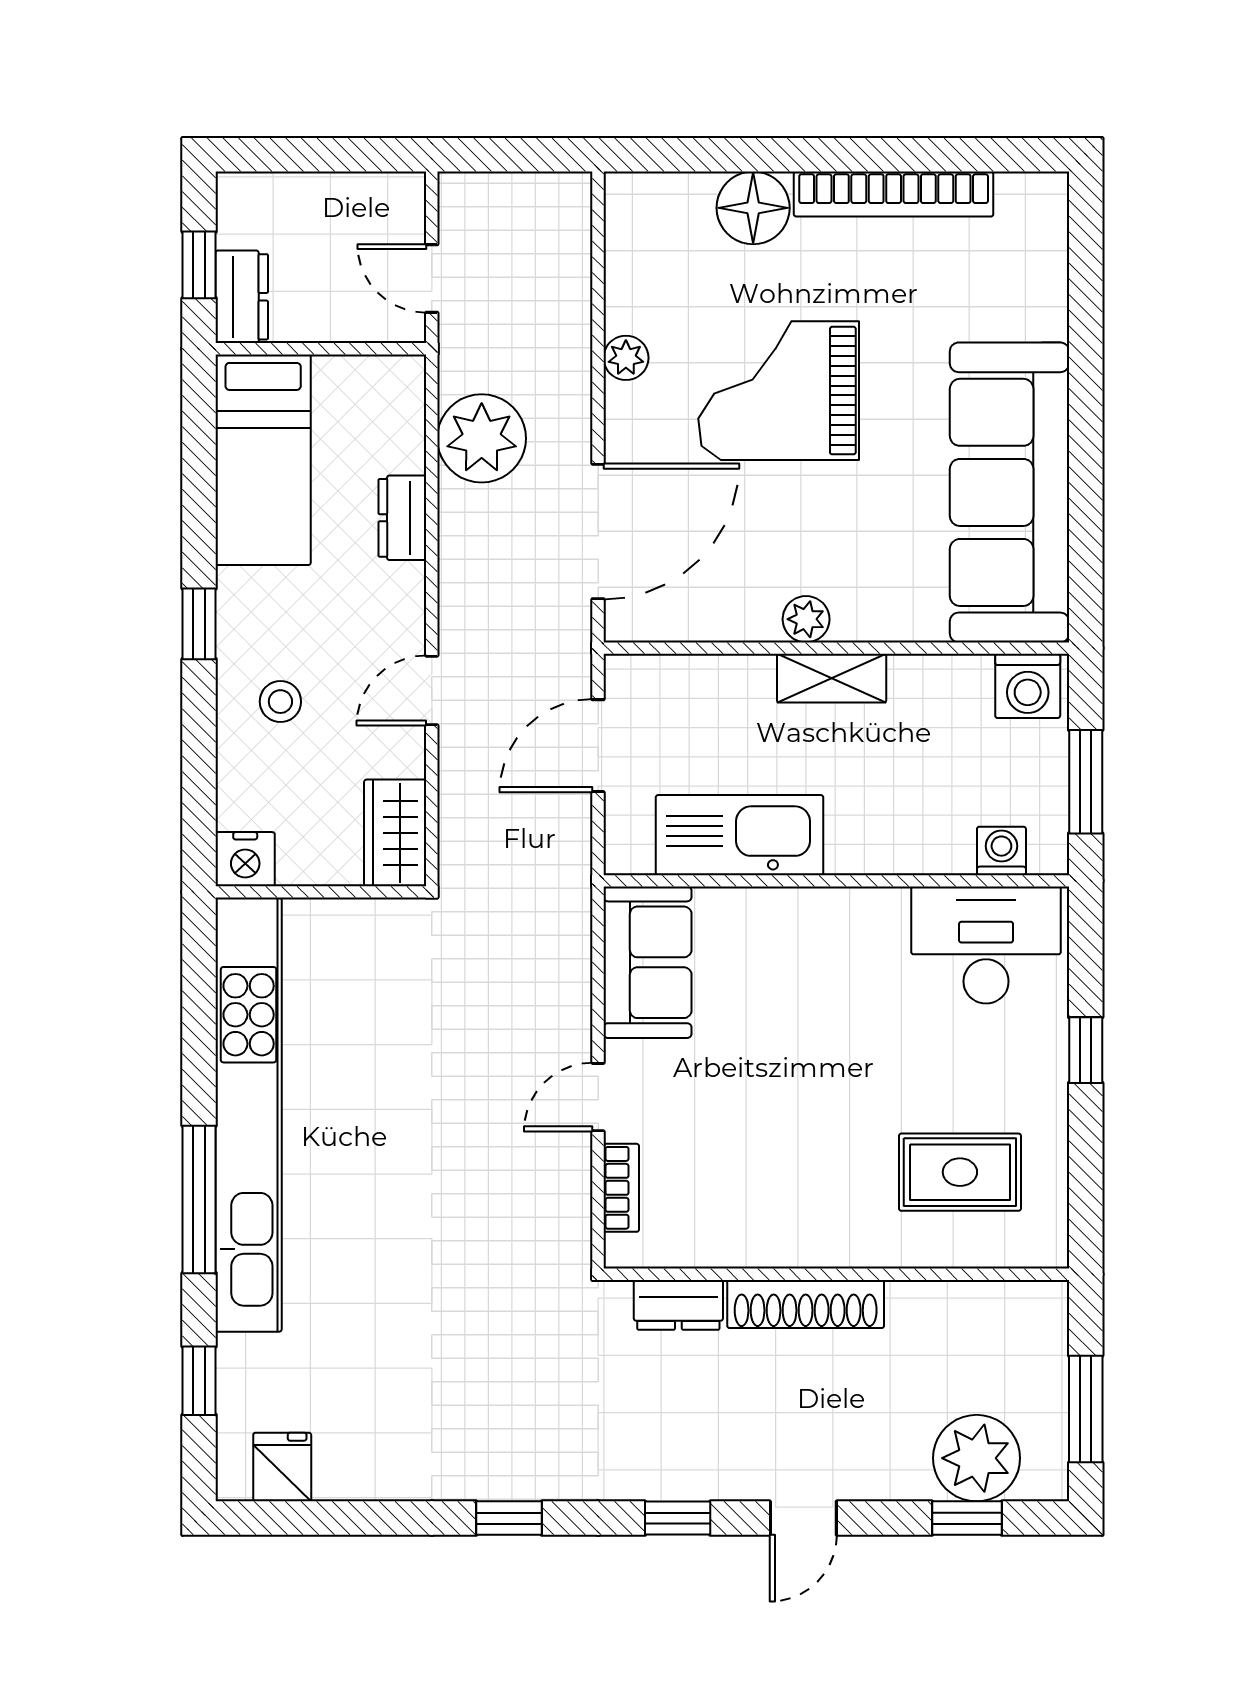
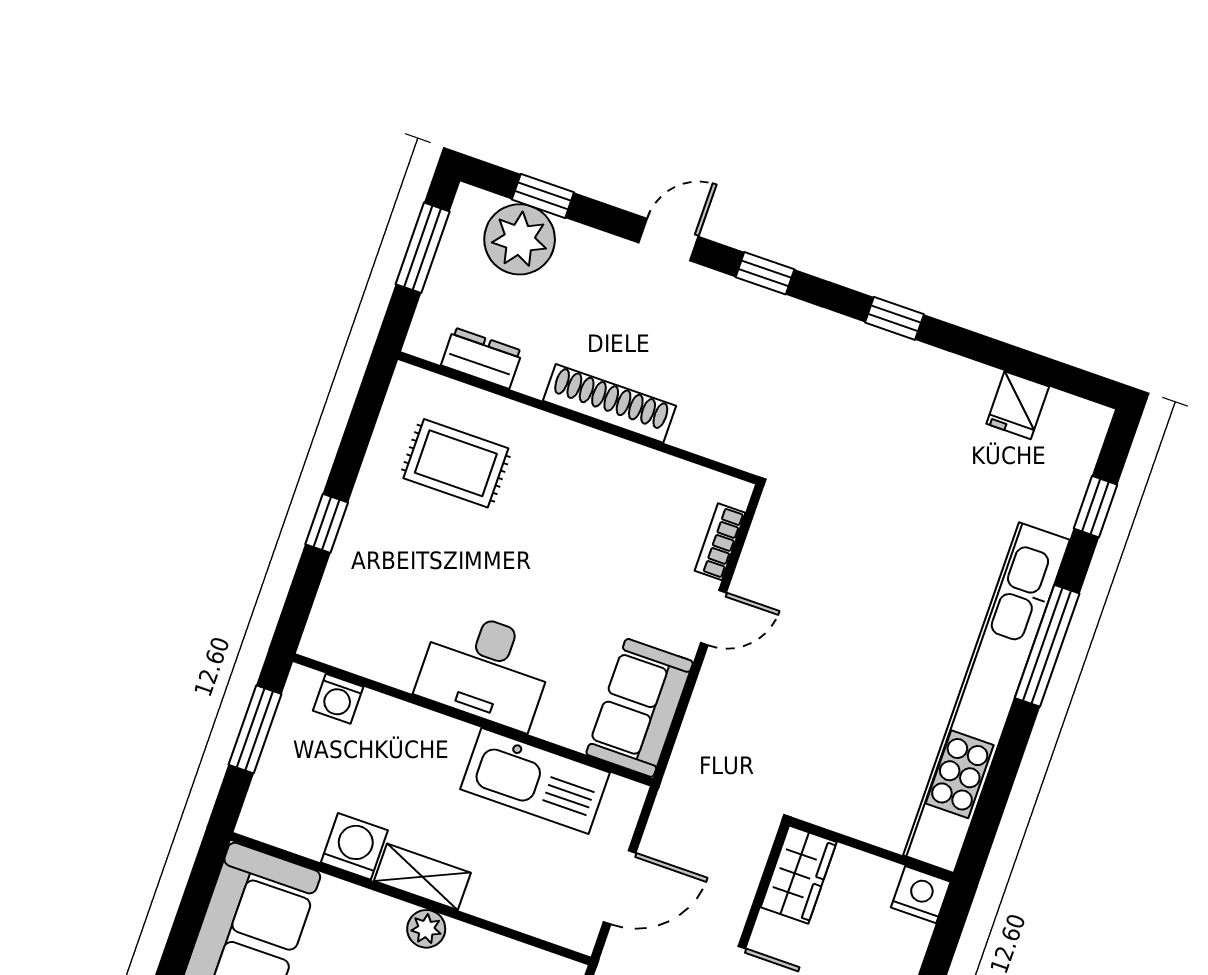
washing machine: (1028, 686) -> (354, 846), moved
desk: (986, 945) -> (486, 669), moved
dresser: (678, 1305) -> (482, 358), moved
fridge: (282, 1467) -> (1018, 405), moved

